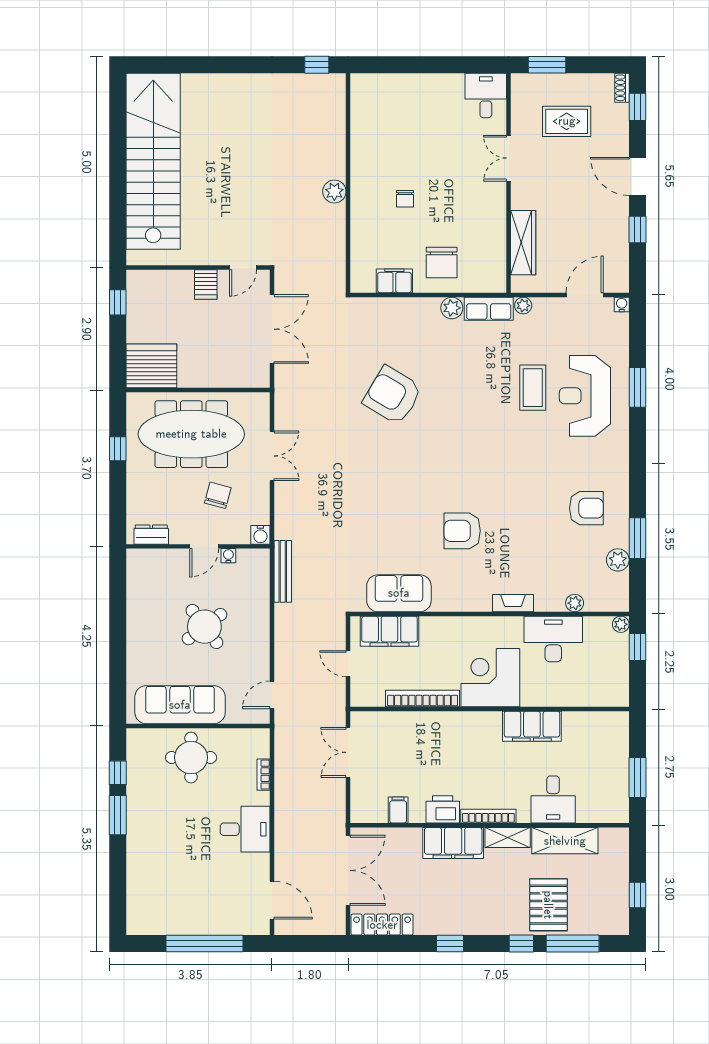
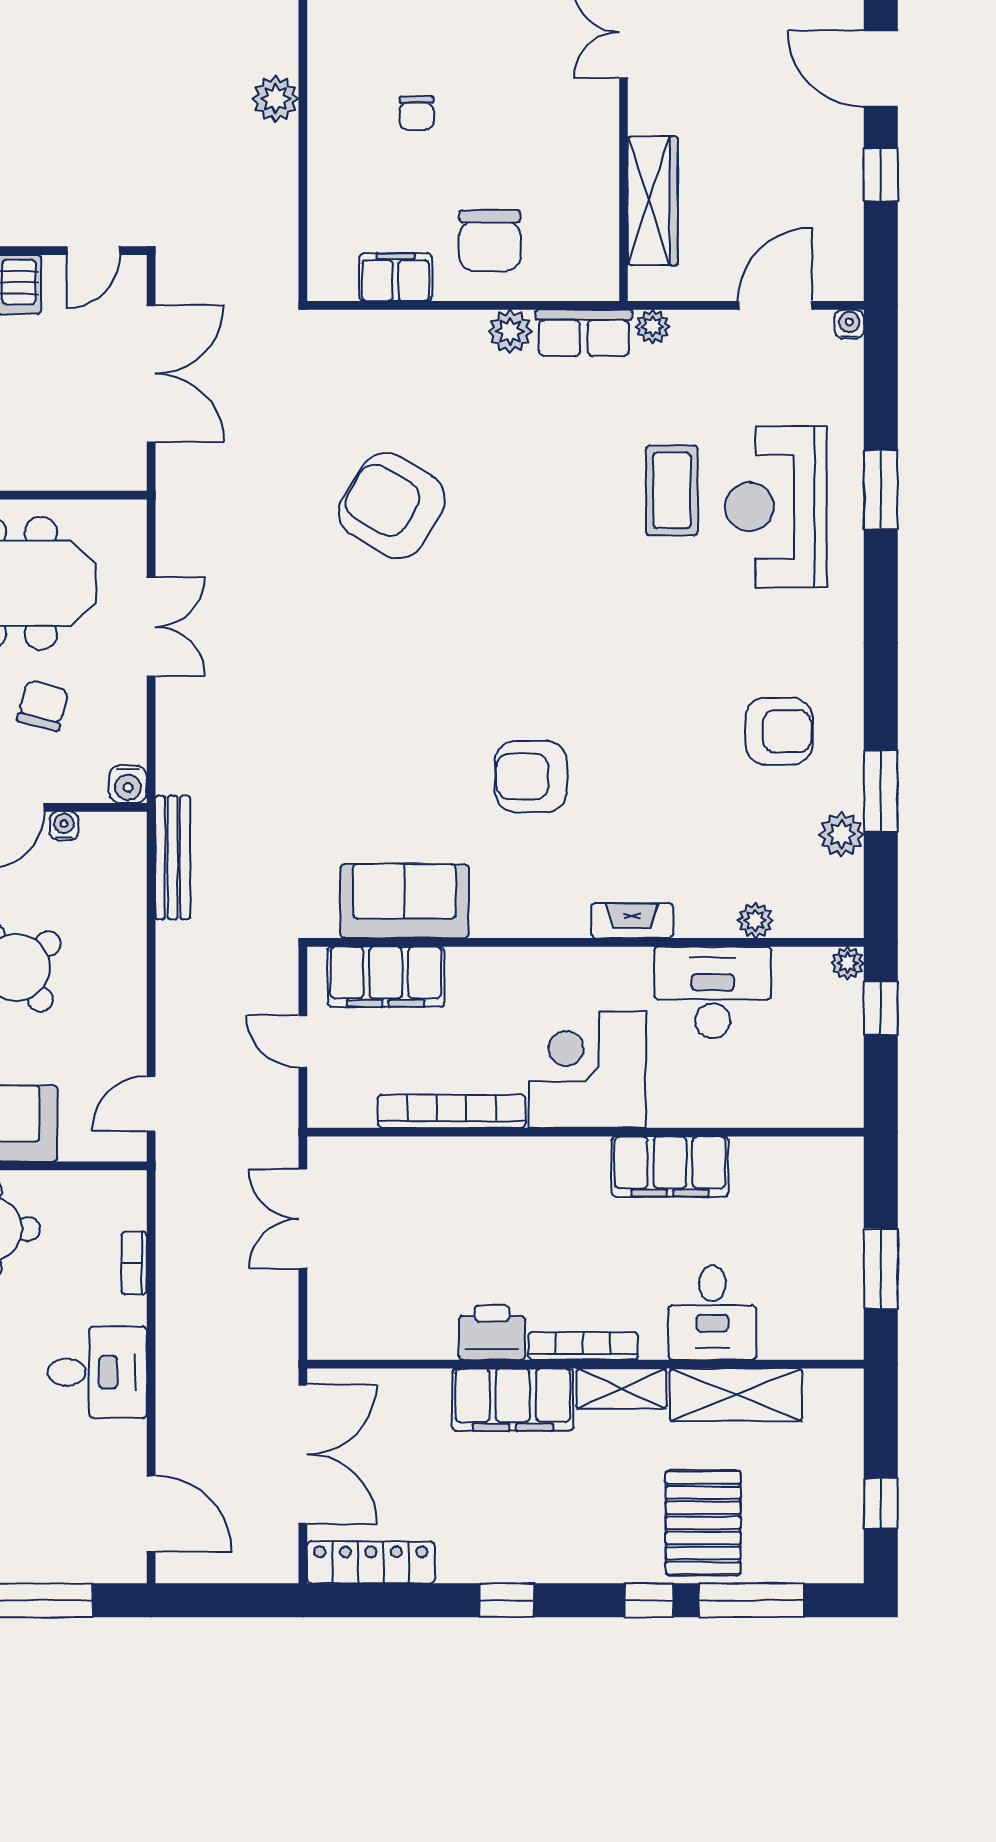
filing cabinet: (398, 810) -> (403, 1334), removed

